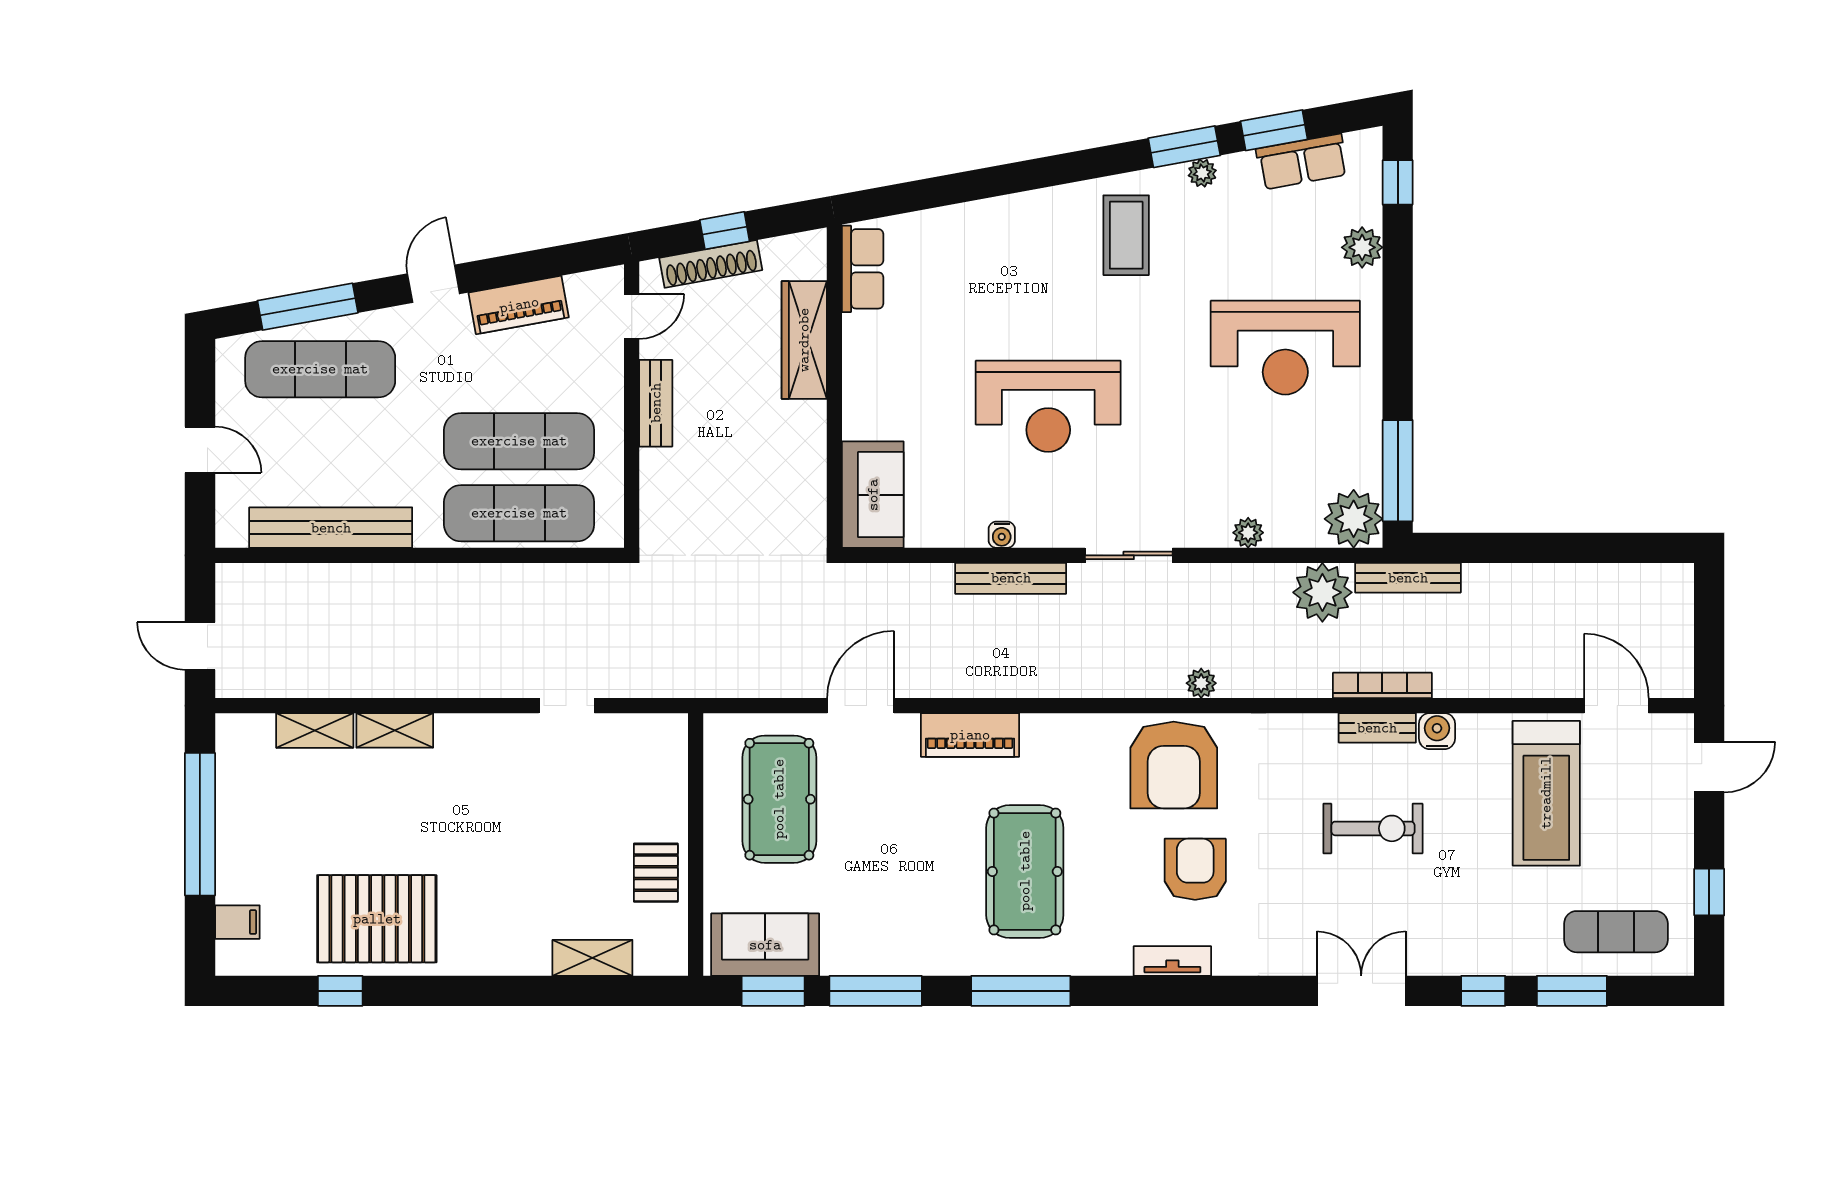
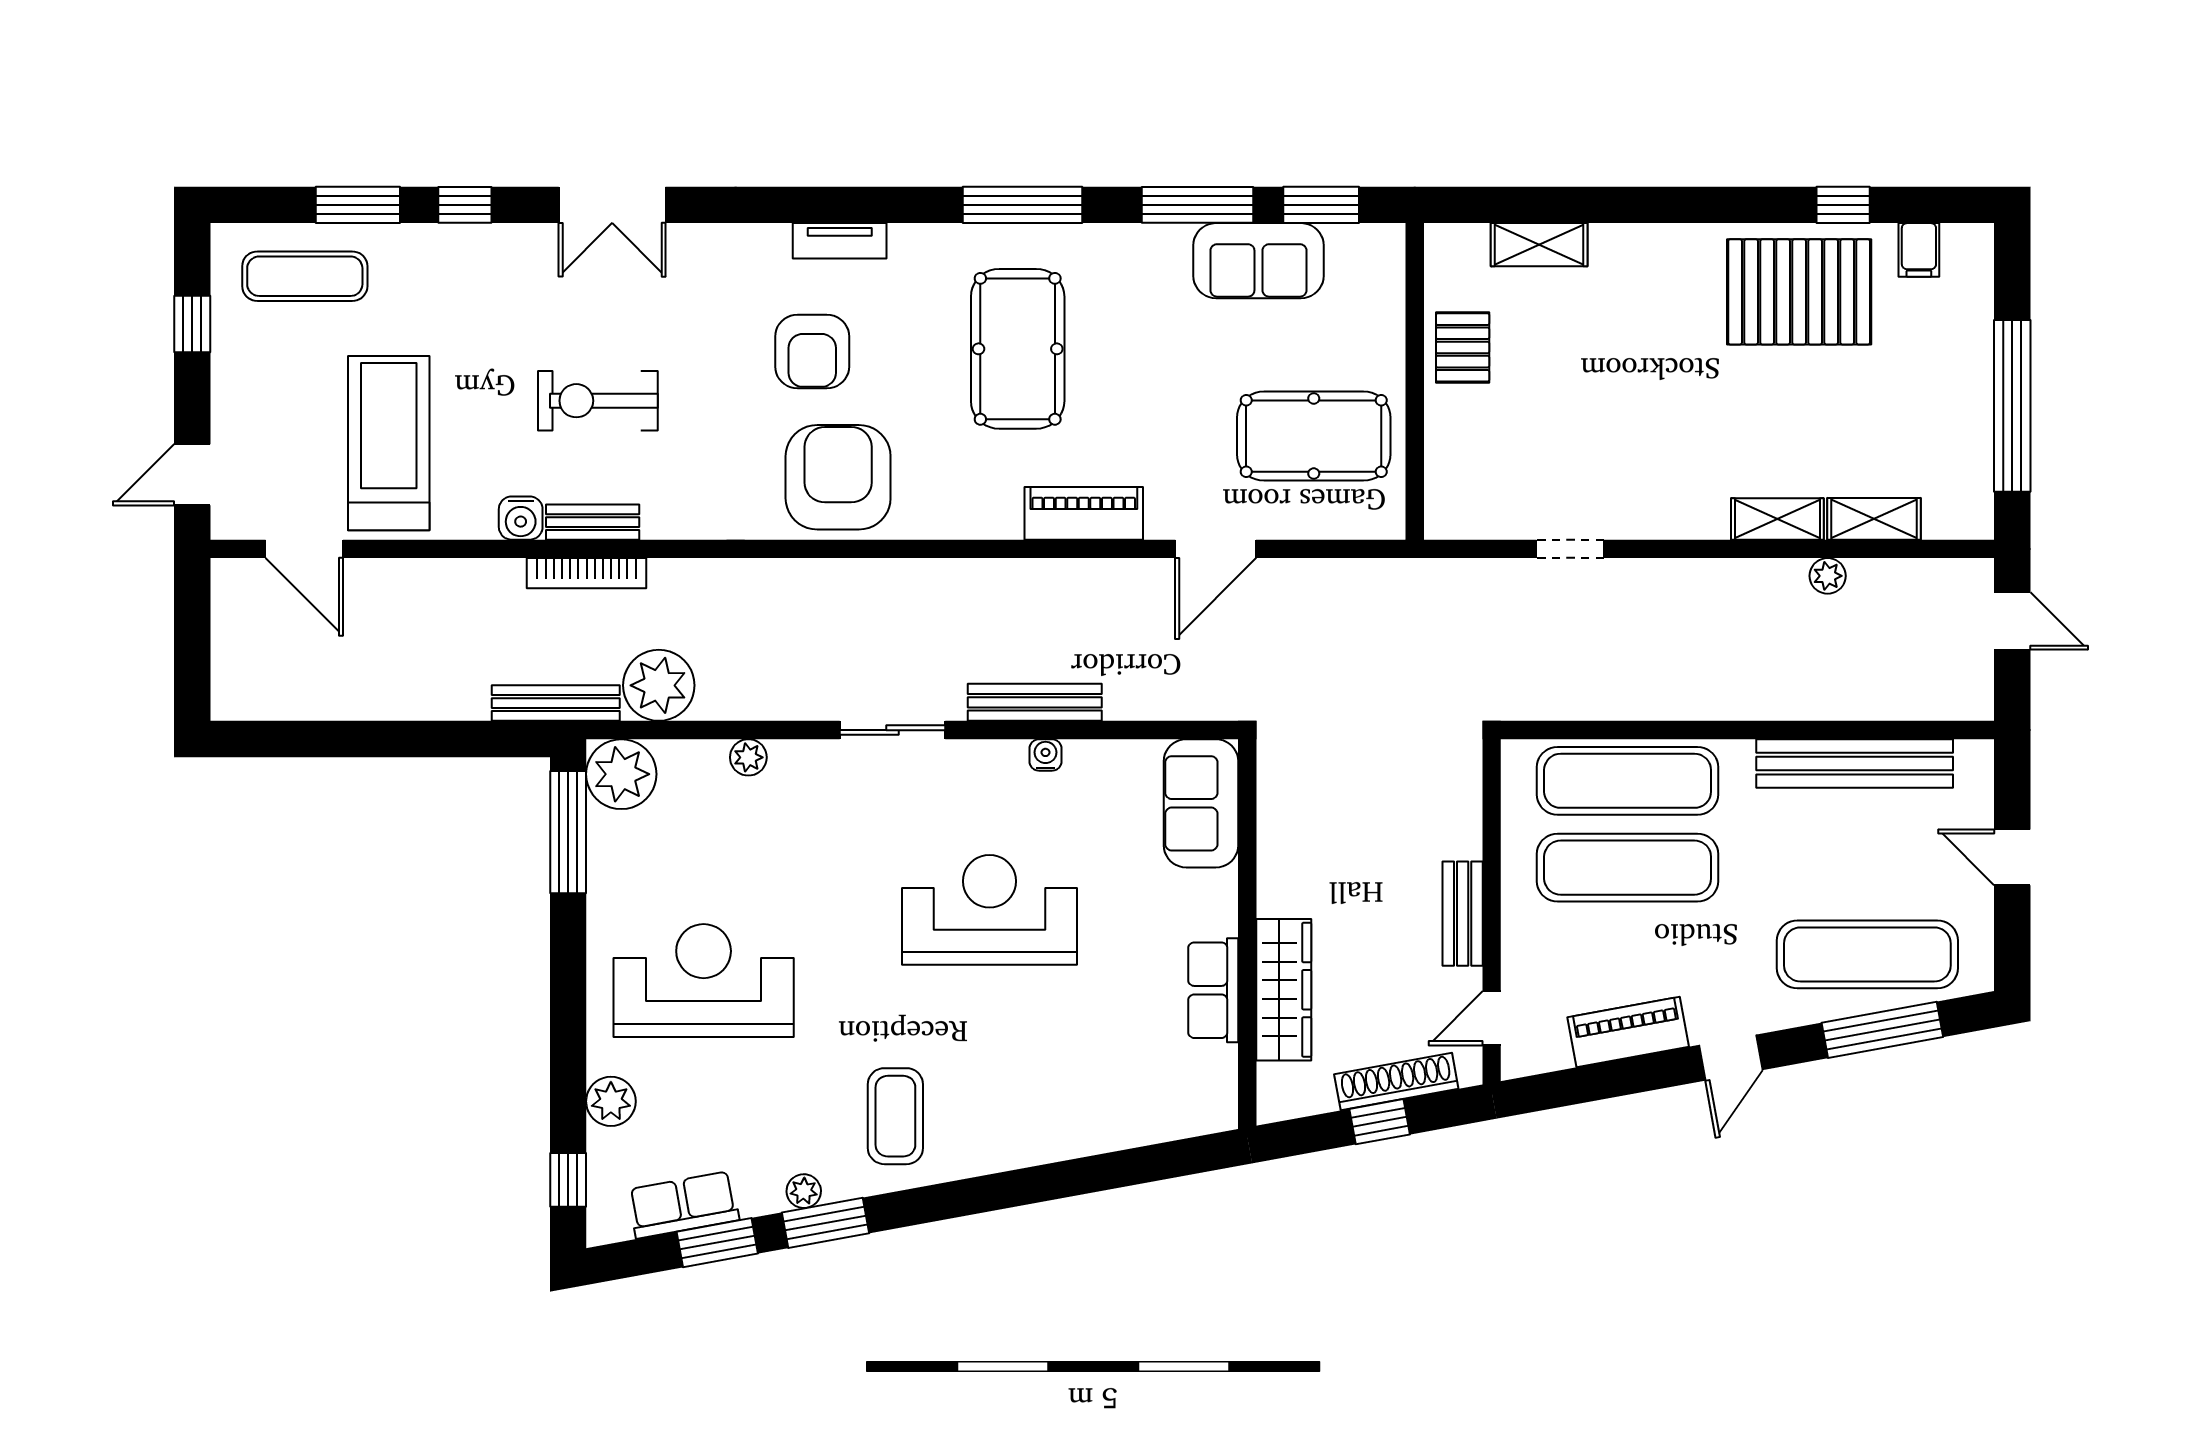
row of seats: (863, 269) -> (1213, 990), moved
plant: (1201, 683) -> (1828, 576), moved
pool table: (779, 799) -> (1314, 436), turned 90
filing cabinet: (237, 922) -> (1919, 250), moved, turned -90
sofa: (765, 945) -> (1258, 261), moved

